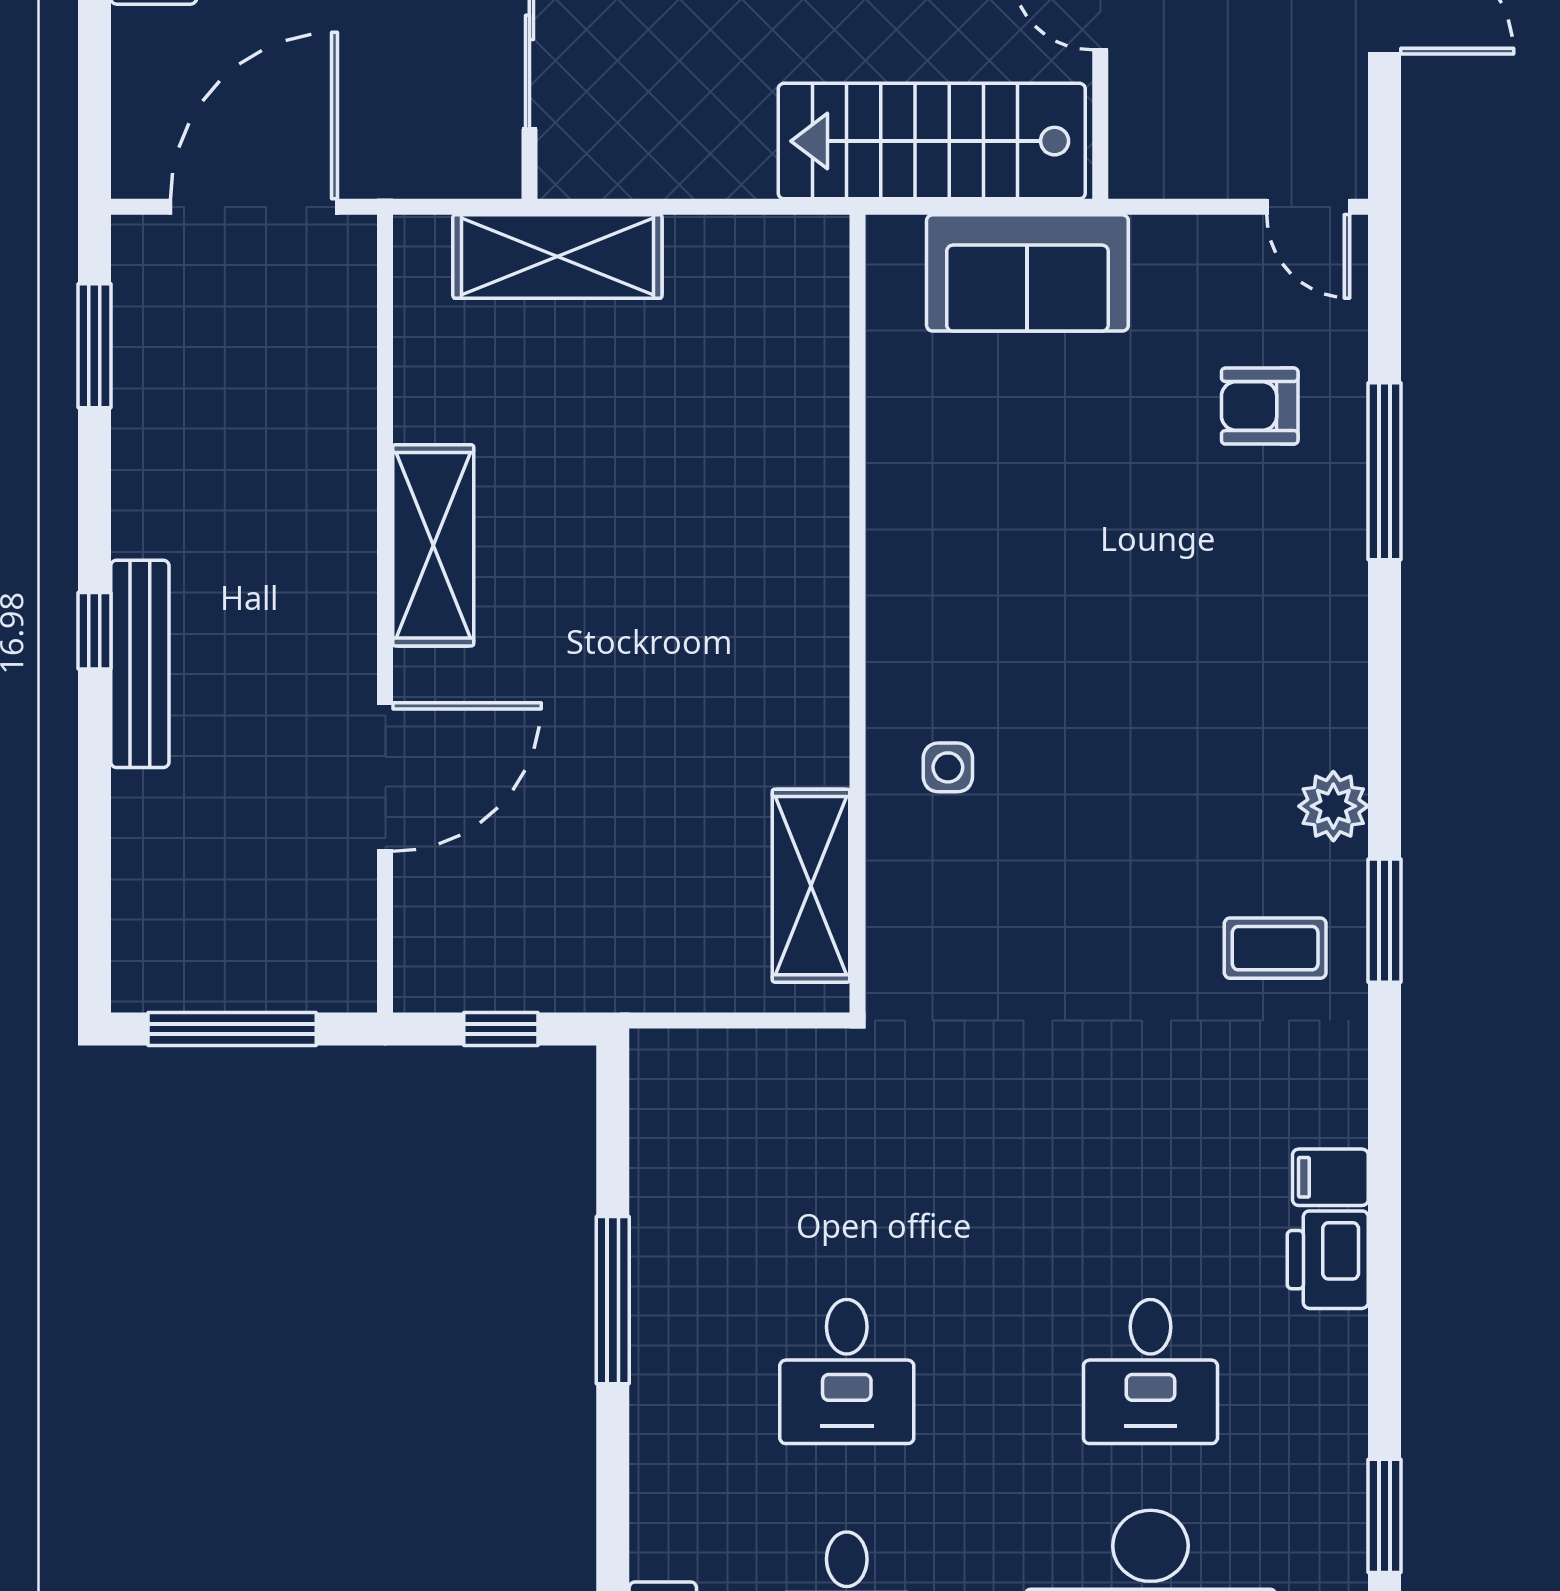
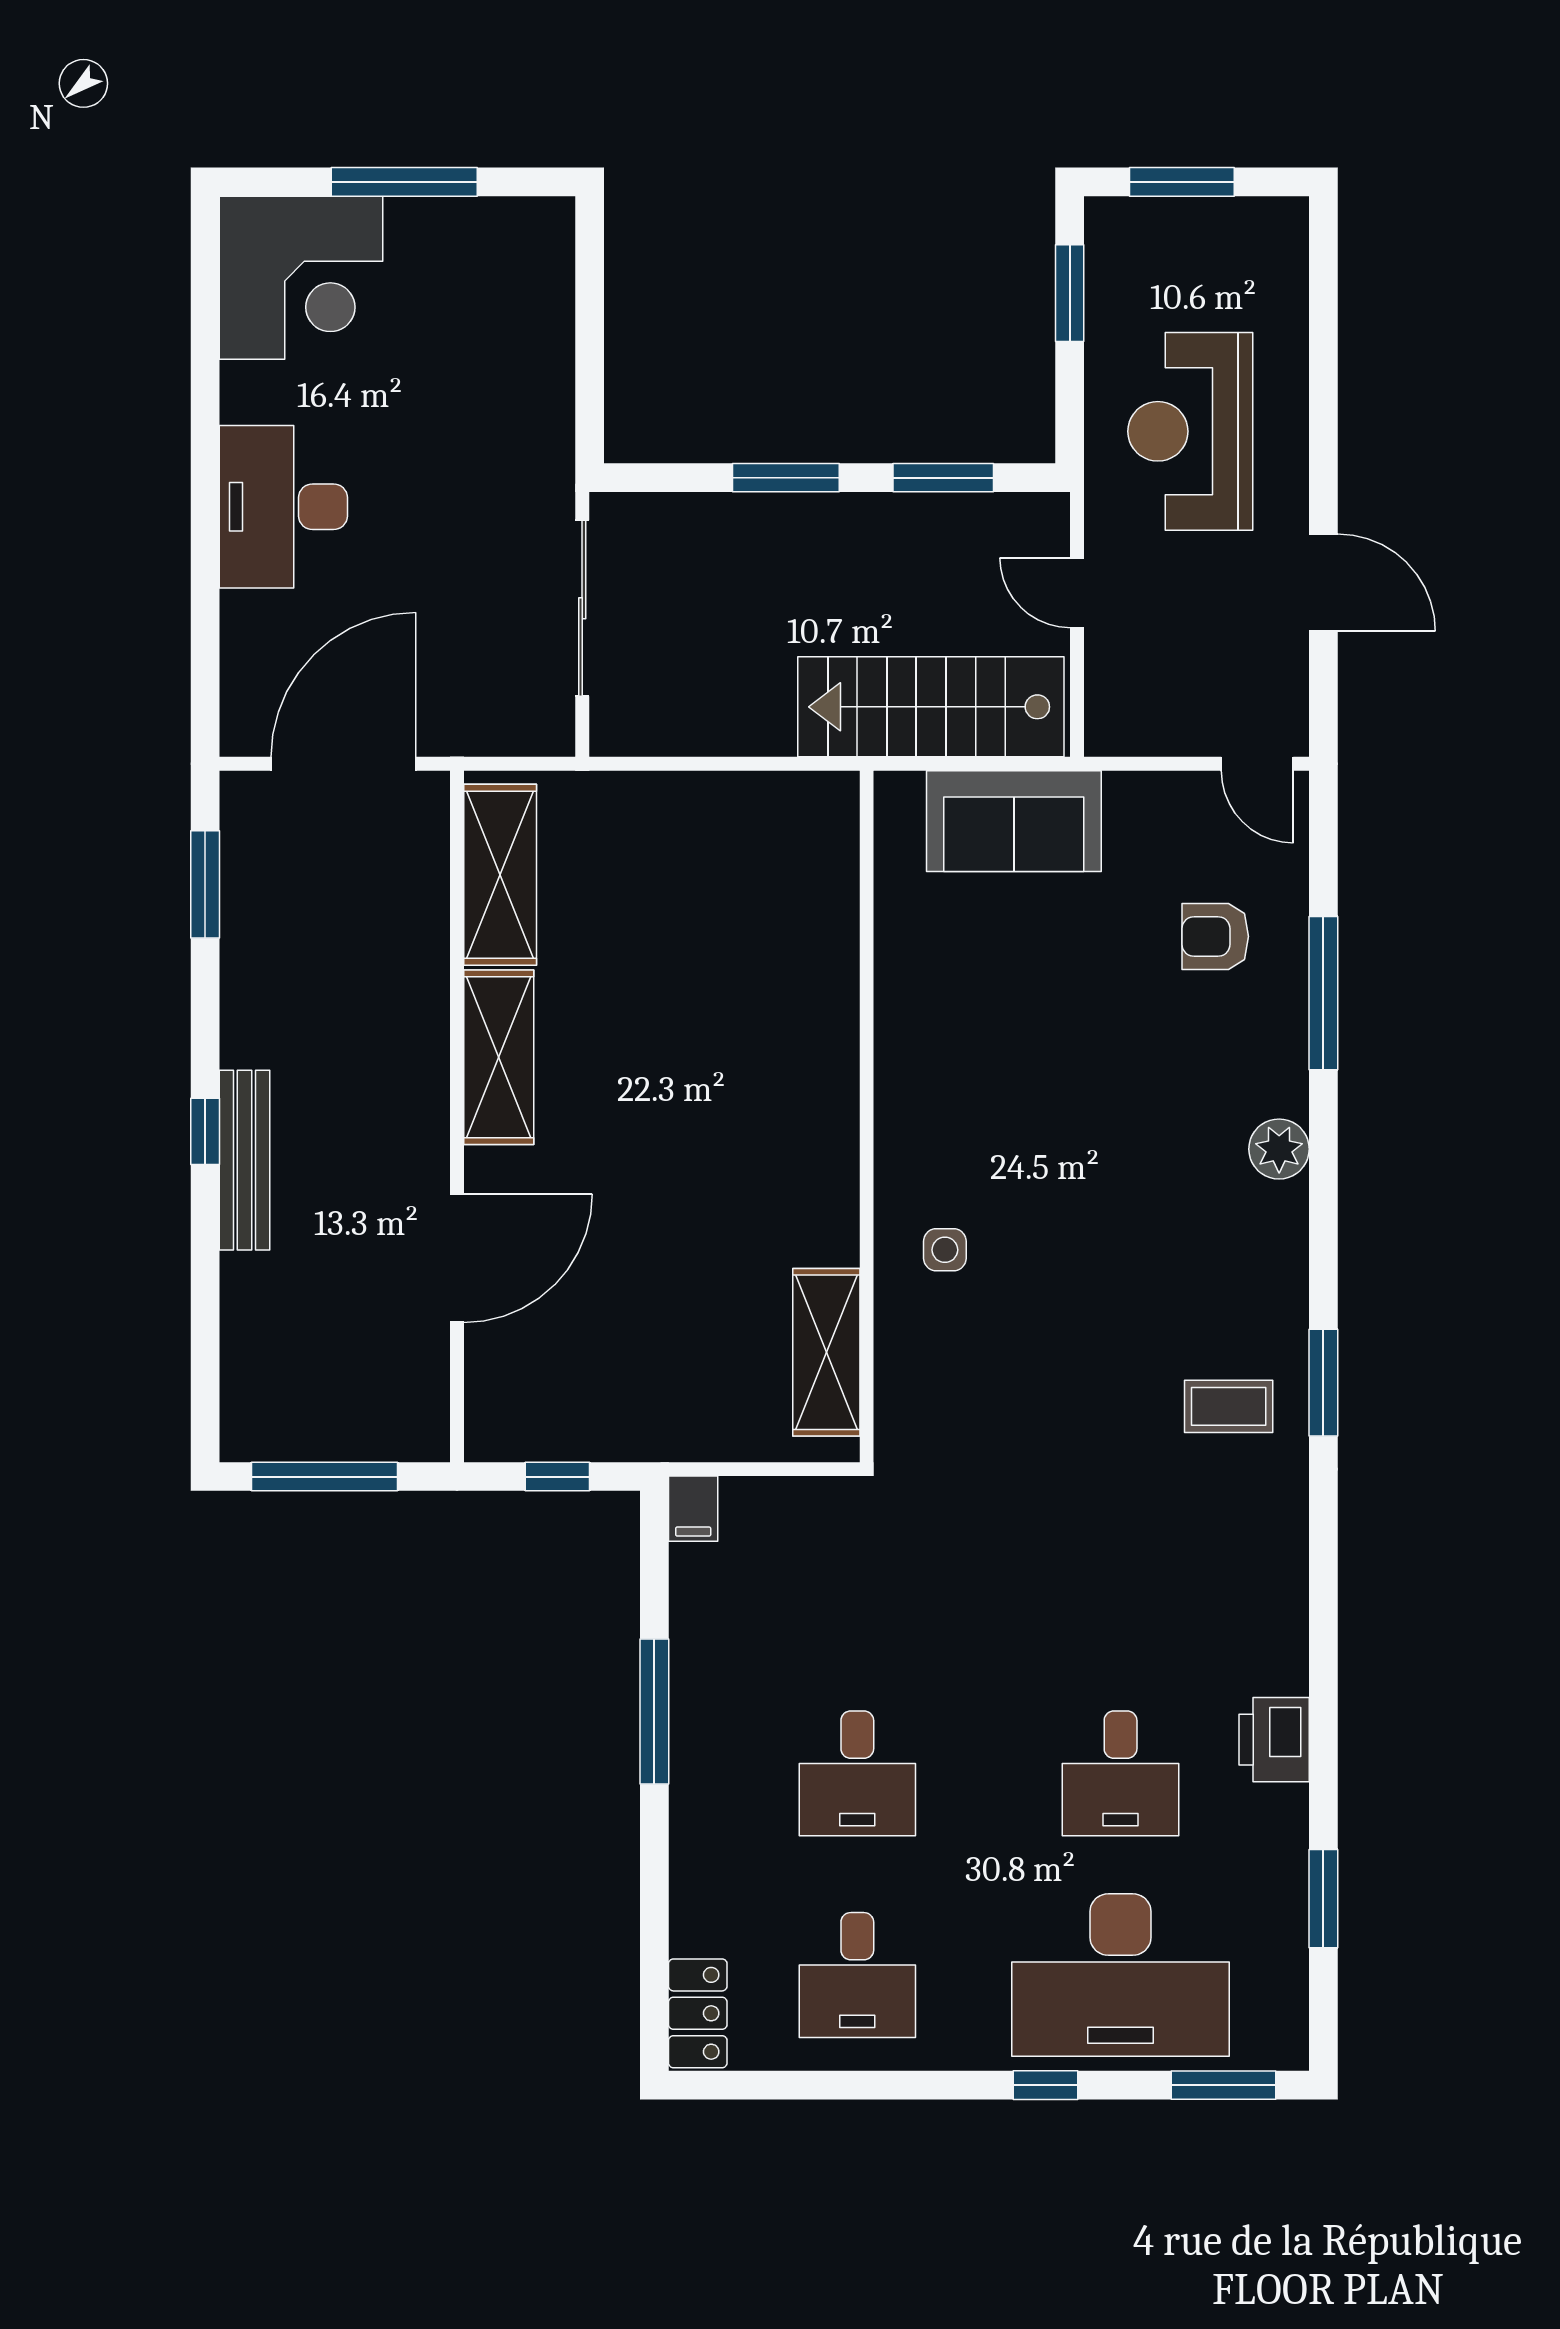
shelving: (557, 256) -> (500, 875), moved, turned 90
plant: (1333, 806) -> (1279, 1149), moved
filing cabinet: (1330, 1177) -> (693, 1509), moved, turned -90
printer: (1328, 1260) -> (1274, 1740), moved

